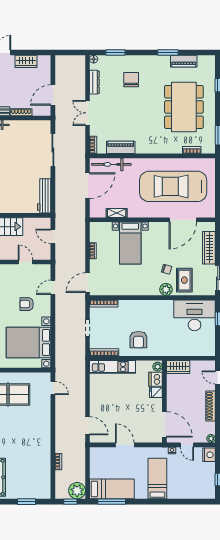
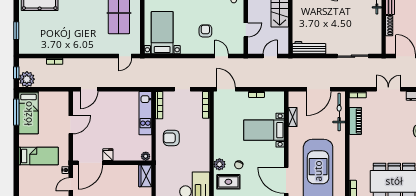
door: (88, 186) -> (319, 89), hinge flipped
bed with nightstands: (29, 342) -> (162, 33), width x0.73
dishwasher: (156, 379) -> (134, 154), removed
fridge: (156, 392) -> (108, 155), moved

